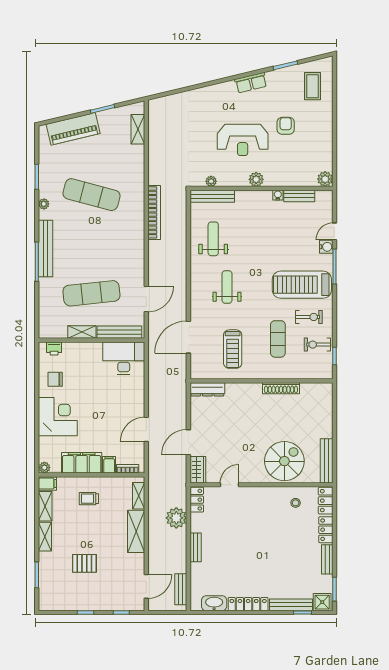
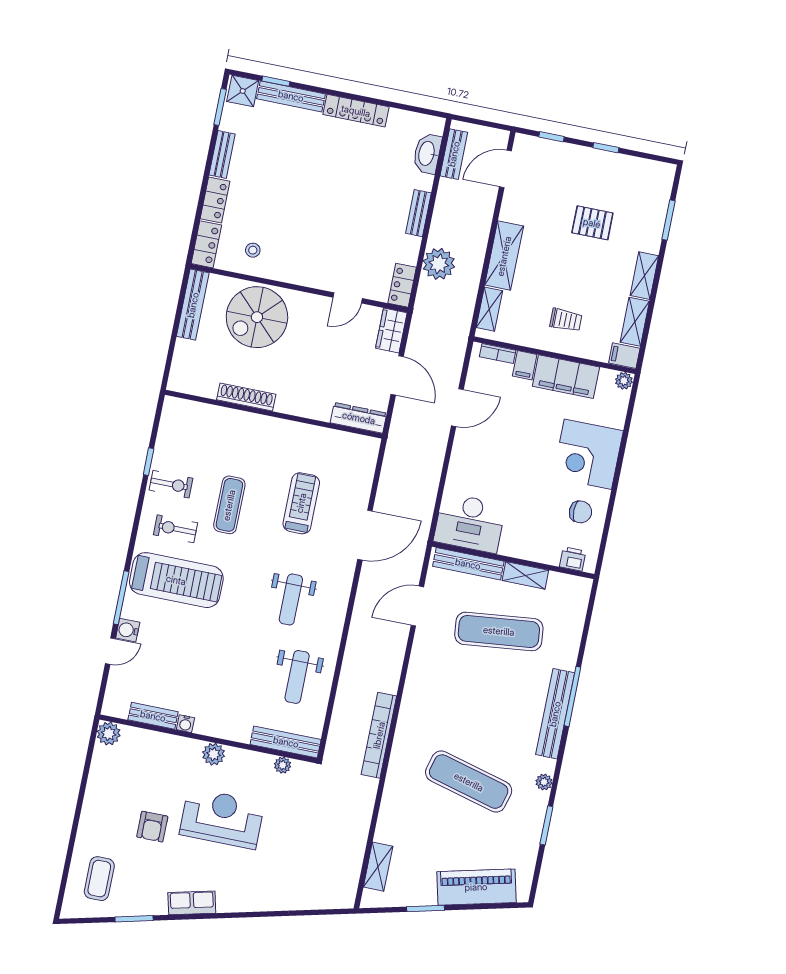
wall: (261, 381) -> (274, 414), moved
shoe rack: (281, 388) -> (246, 397), moved
dresser: (207, 389) -> (359, 418), moved
door: (188, 442) -> (397, 375), hinge flipped
washbasin: (214, 603) -> (427, 154), moved, turned 90

